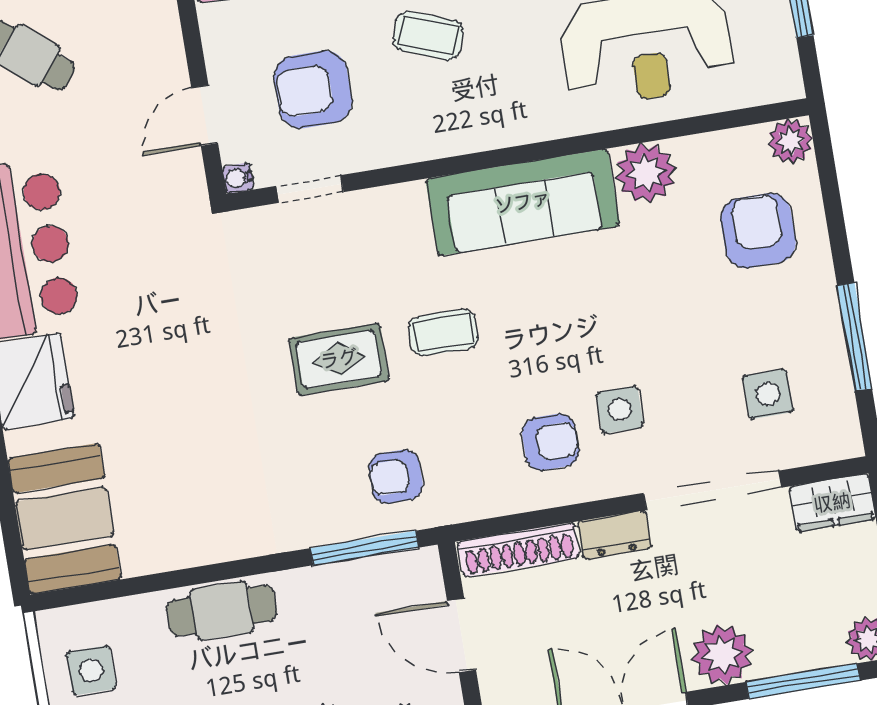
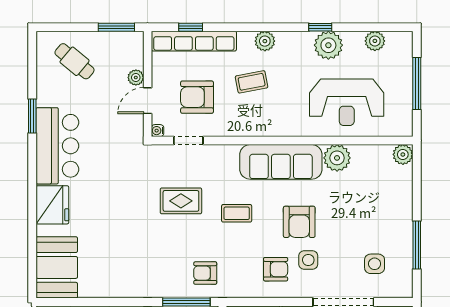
coffee table: (428, 36) -> (252, 82), turned -32
plant: (170, 68) -> (136, 77), added
armchair: (758, 231) -> (299, 222), moved, turned 180
rug: (339, 359) -> (181, 201), moved

